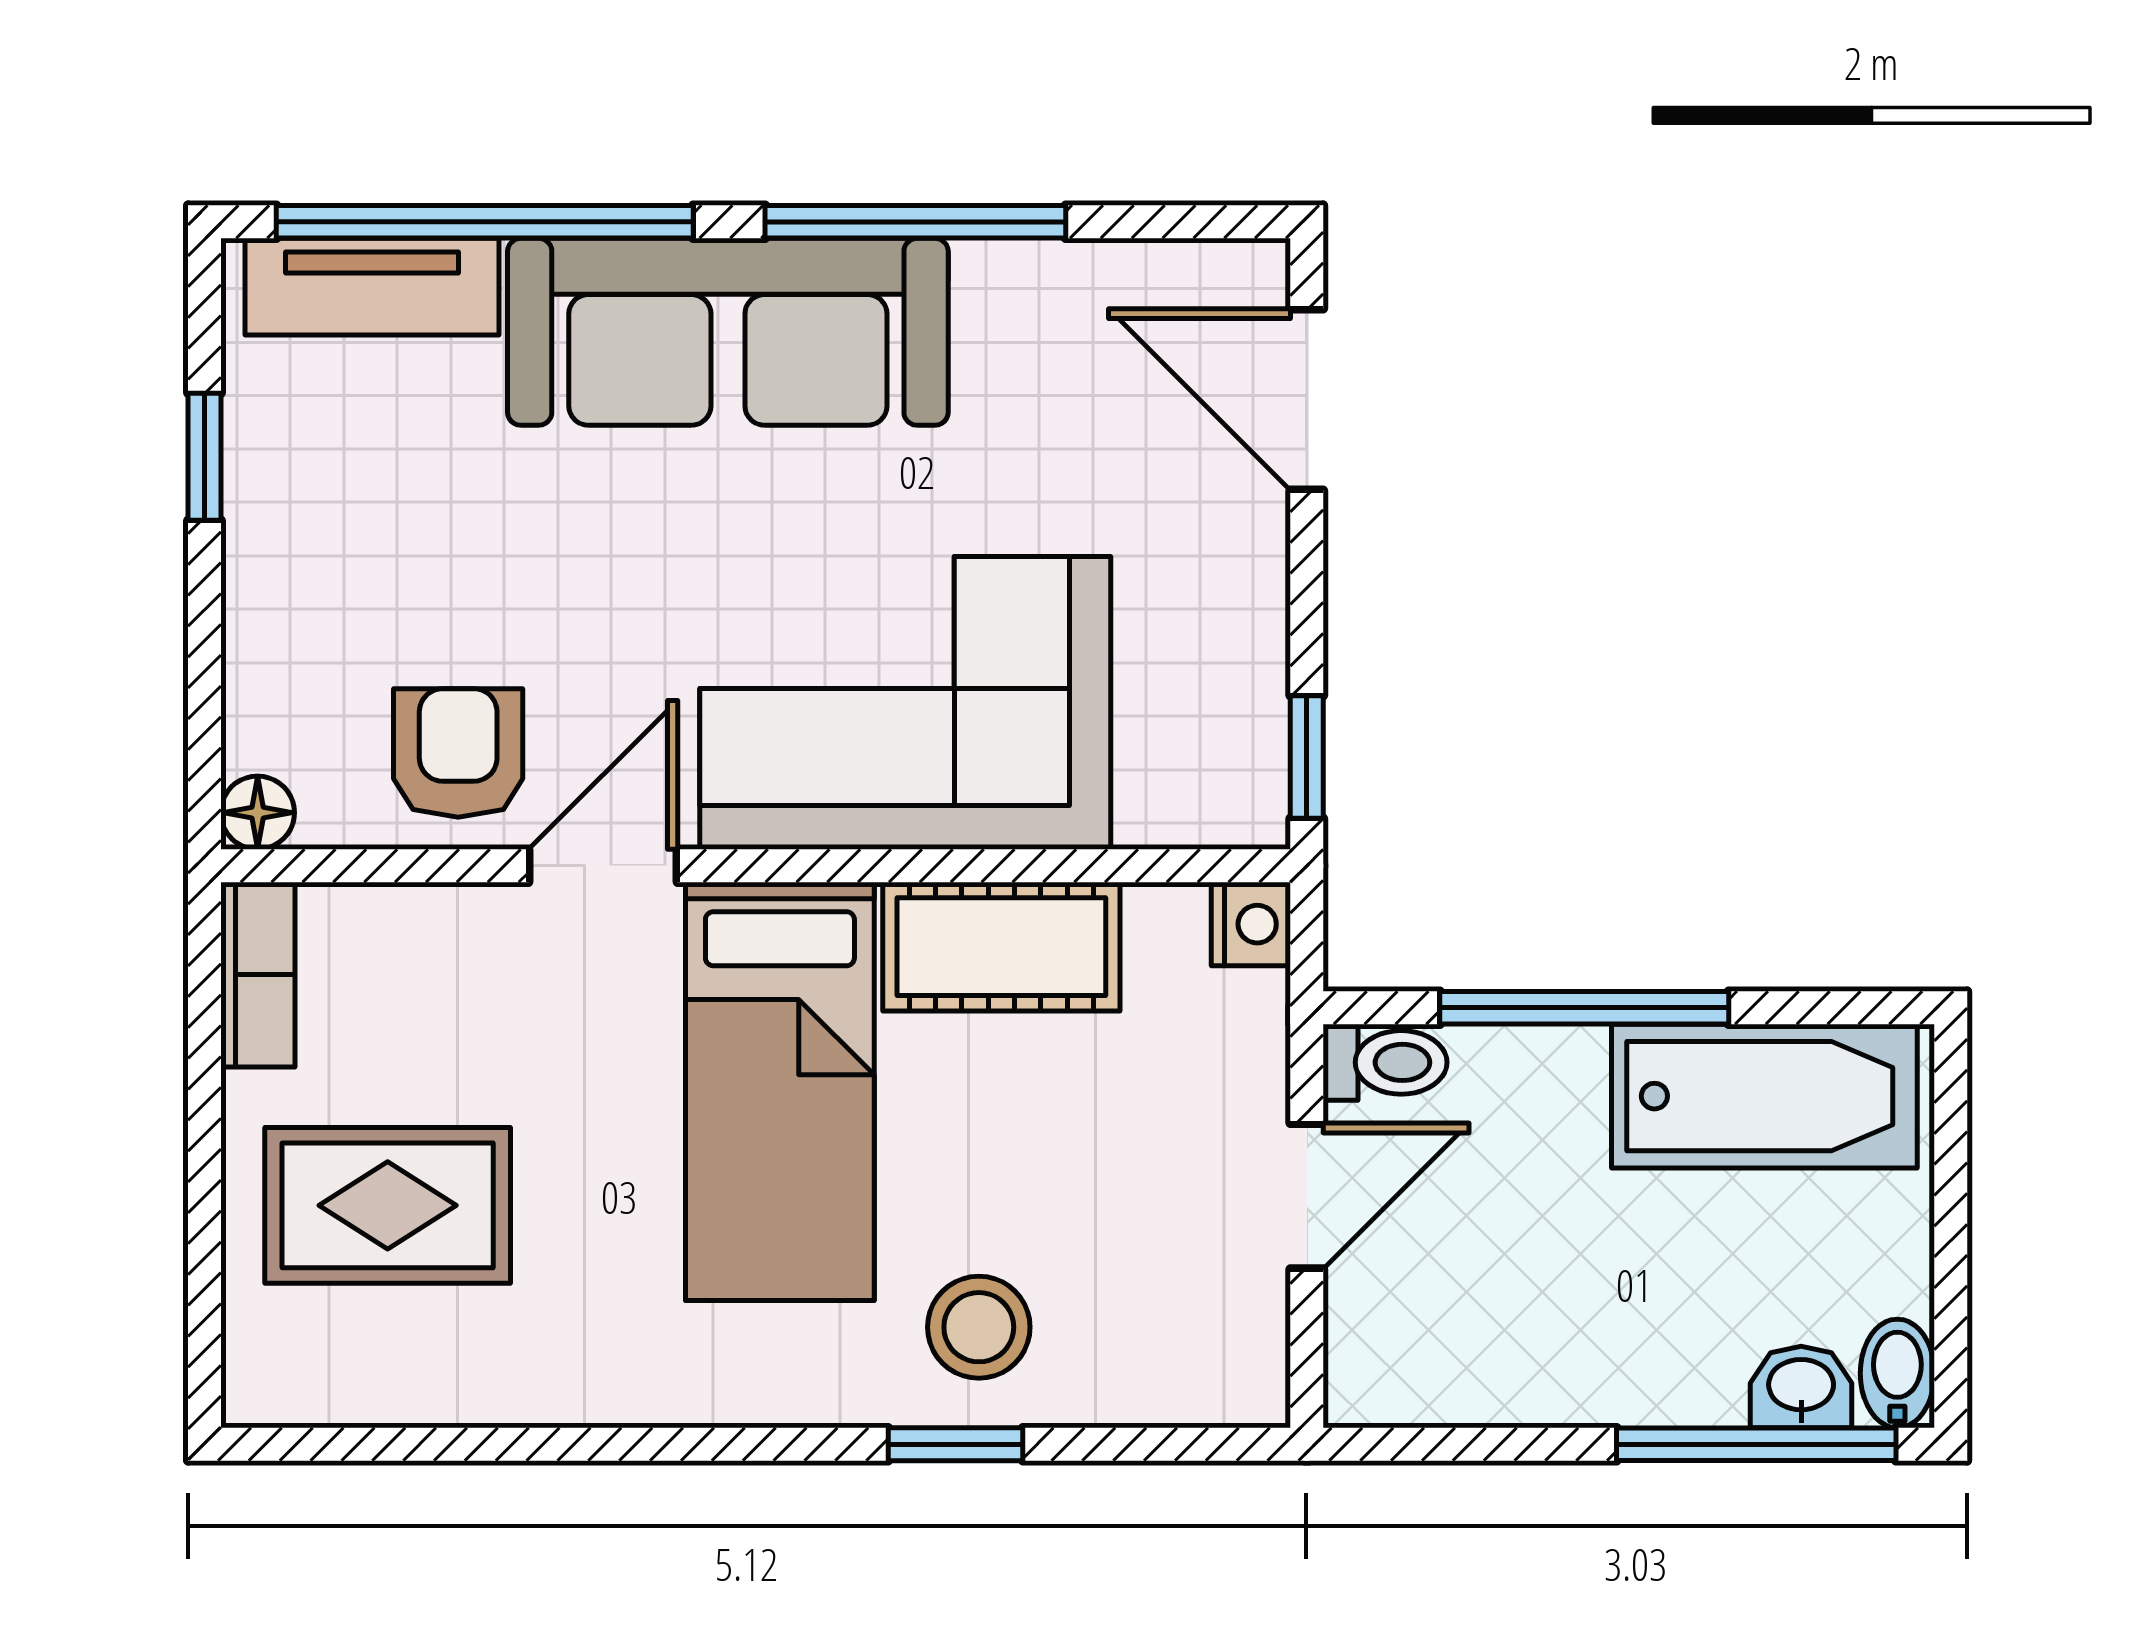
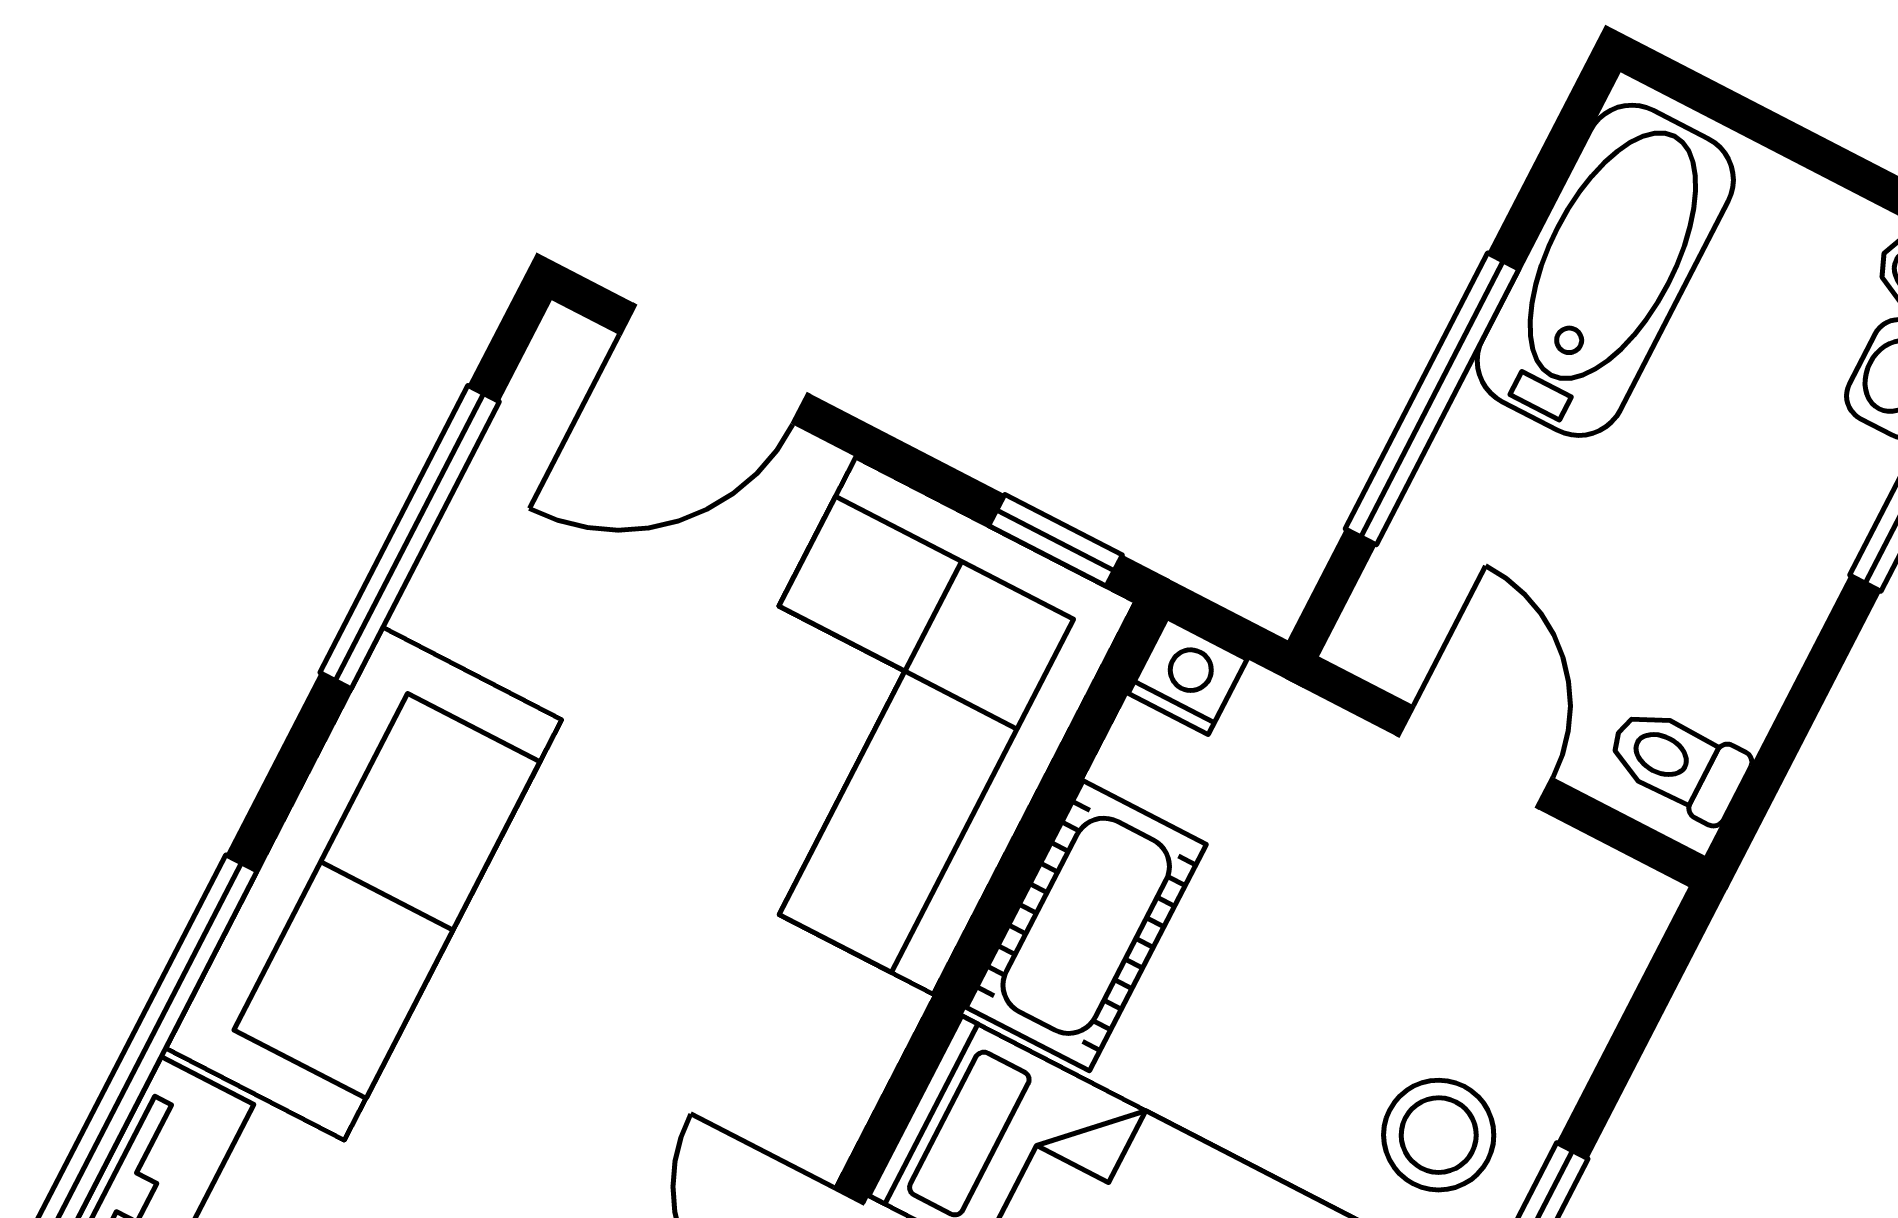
window: (915, 222) -> (410, 537), moved
corner sofa: (905, 703) -> (895, 726), moved
toilet: (1385, 1062) -> (1678, 763), moved, turned -90

